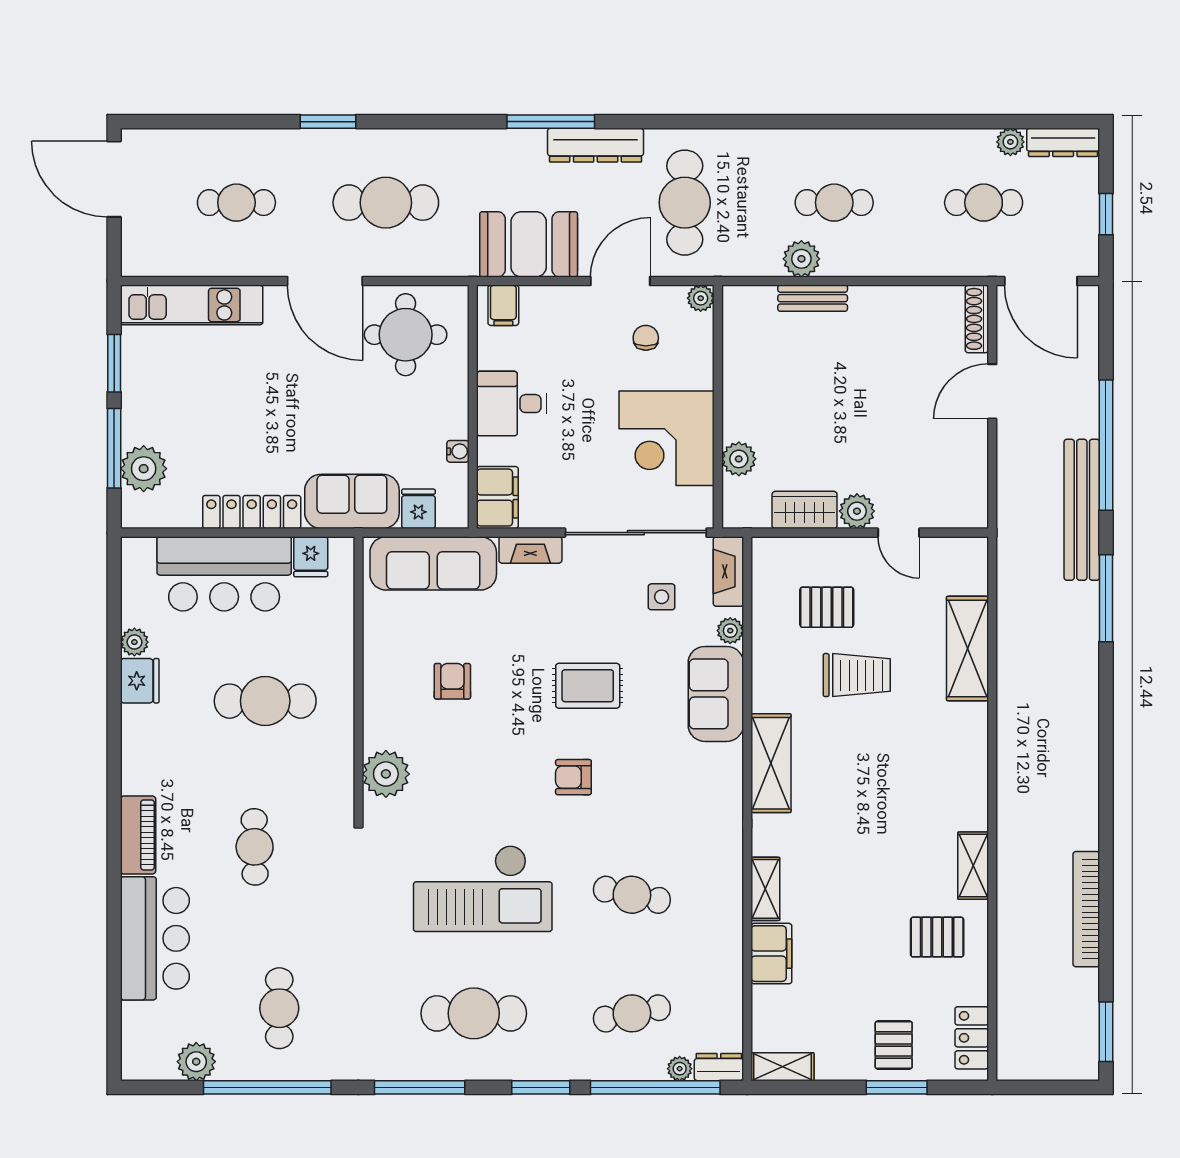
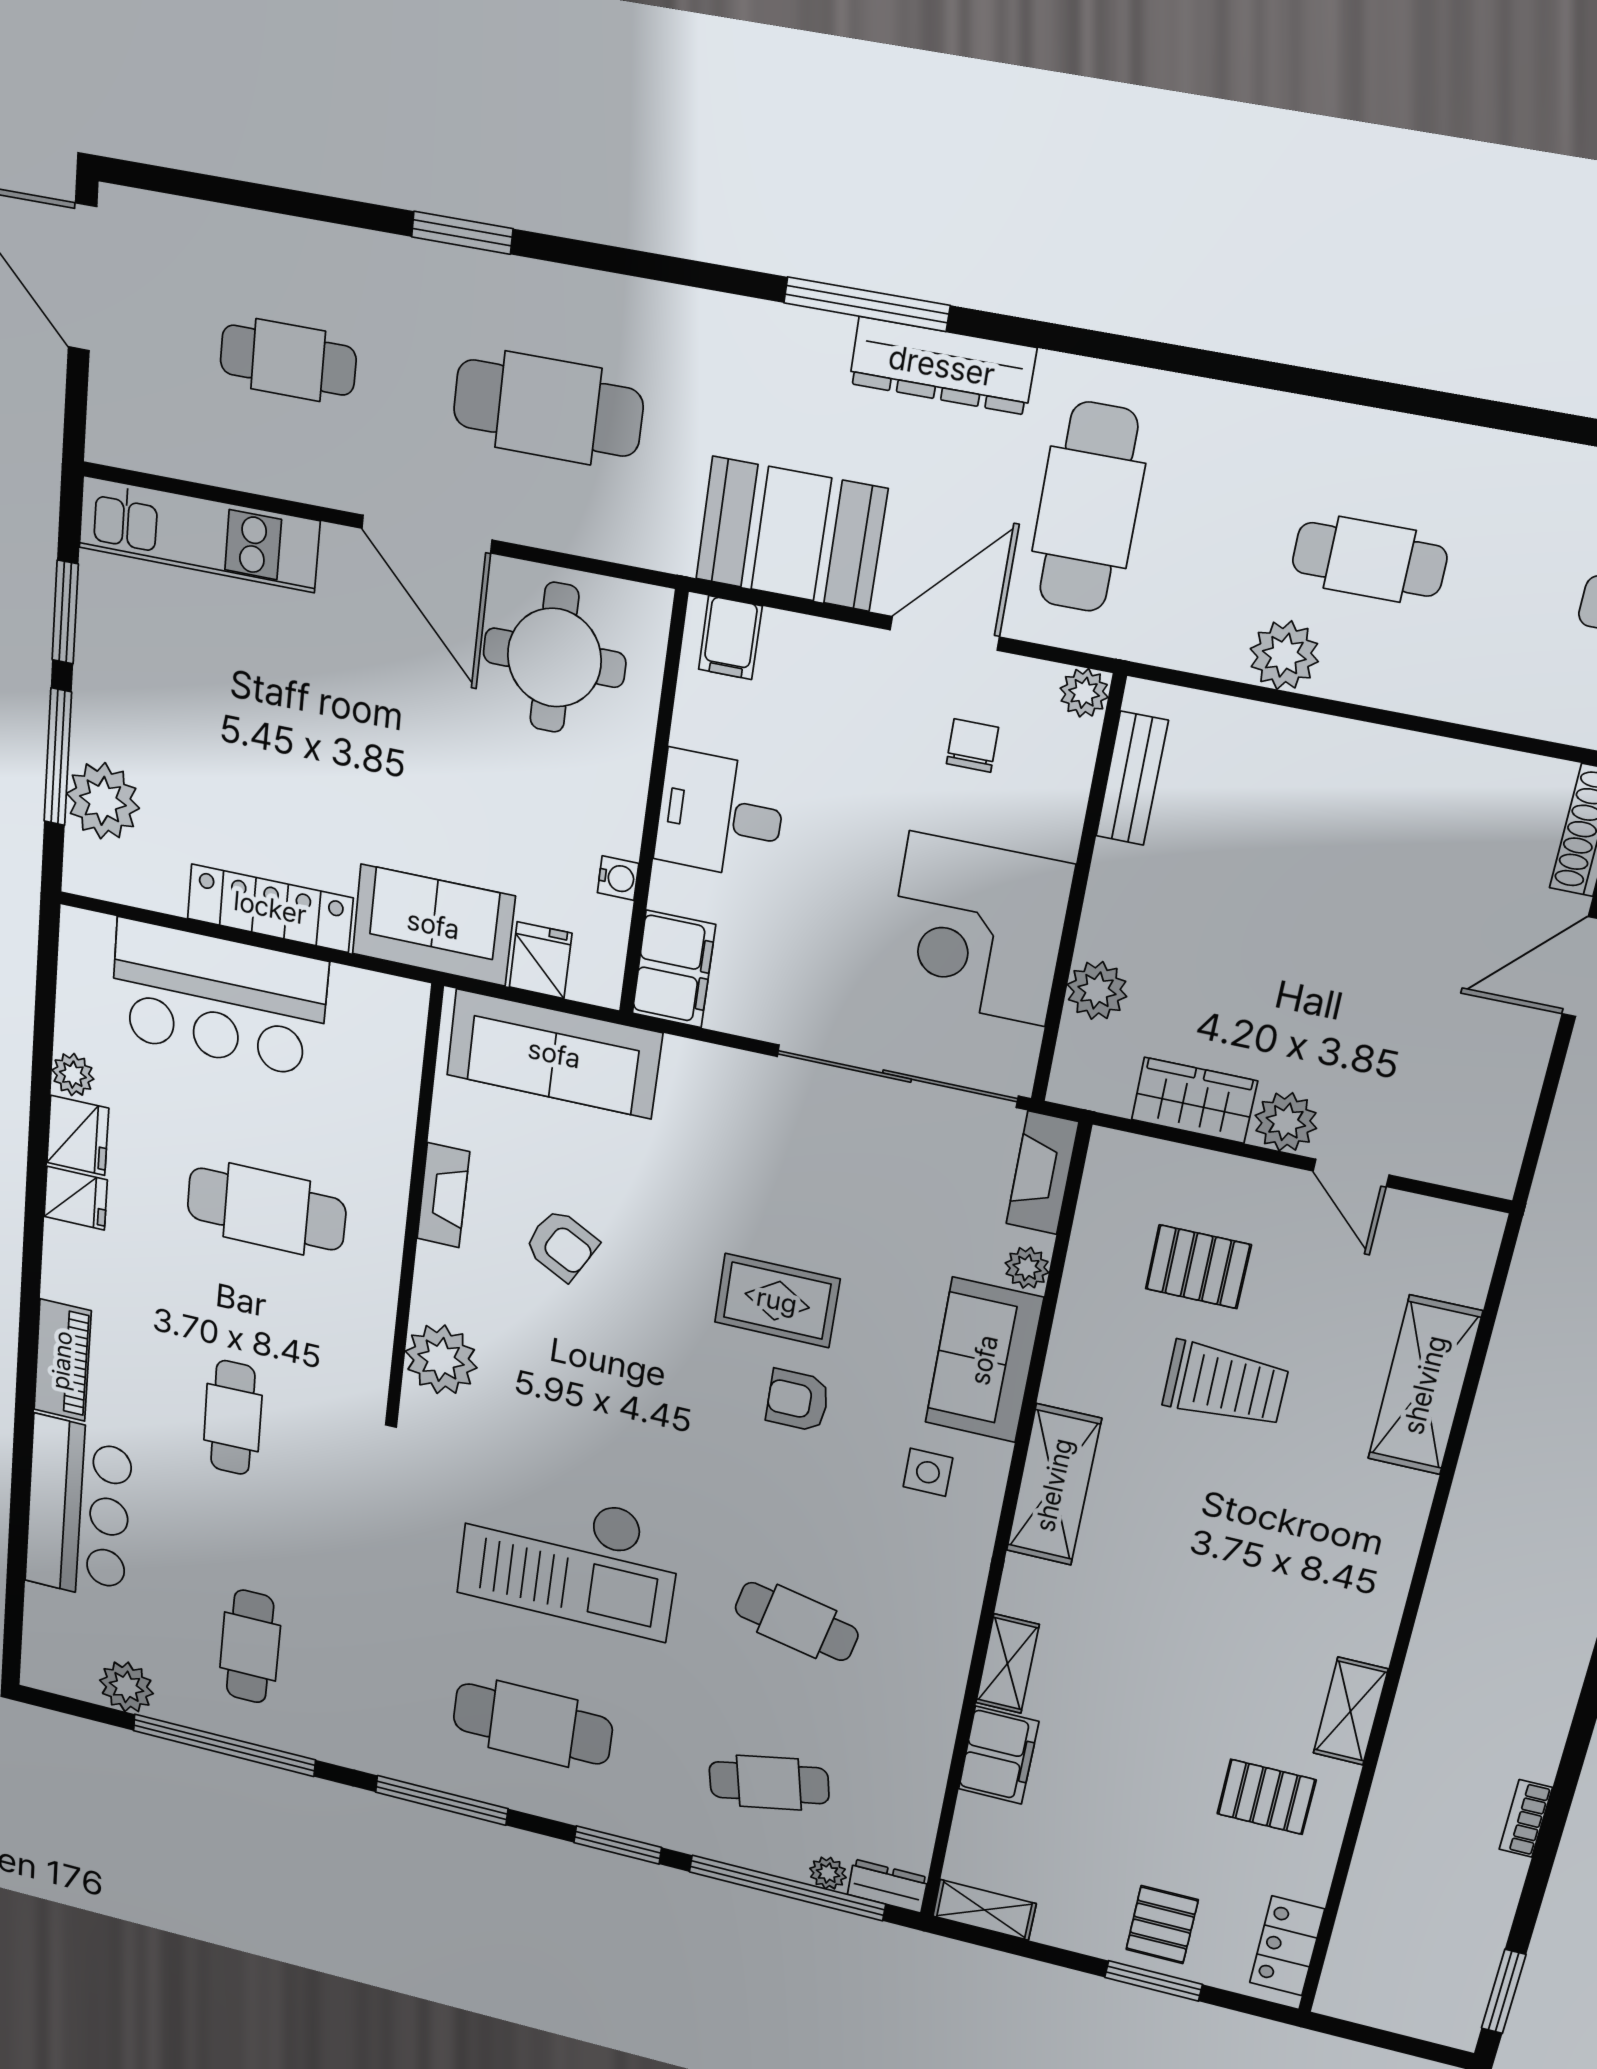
bench: (813, 298) -> (1132, 778), moved, turned 90
fireplace: (530, 550) -> (443, 1195), moved, turned -90
fridge: (311, 557) -> (76, 1198), moved, turned -90
side table: (662, 597) -> (928, 1472), moved
armchair: (452, 681) -> (561, 1245), turned 118
armchair: (573, 777) -> (798, 1400), moved
bookcase: (1086, 909) -> (1526, 1818), width x0.43, depth x0.76

